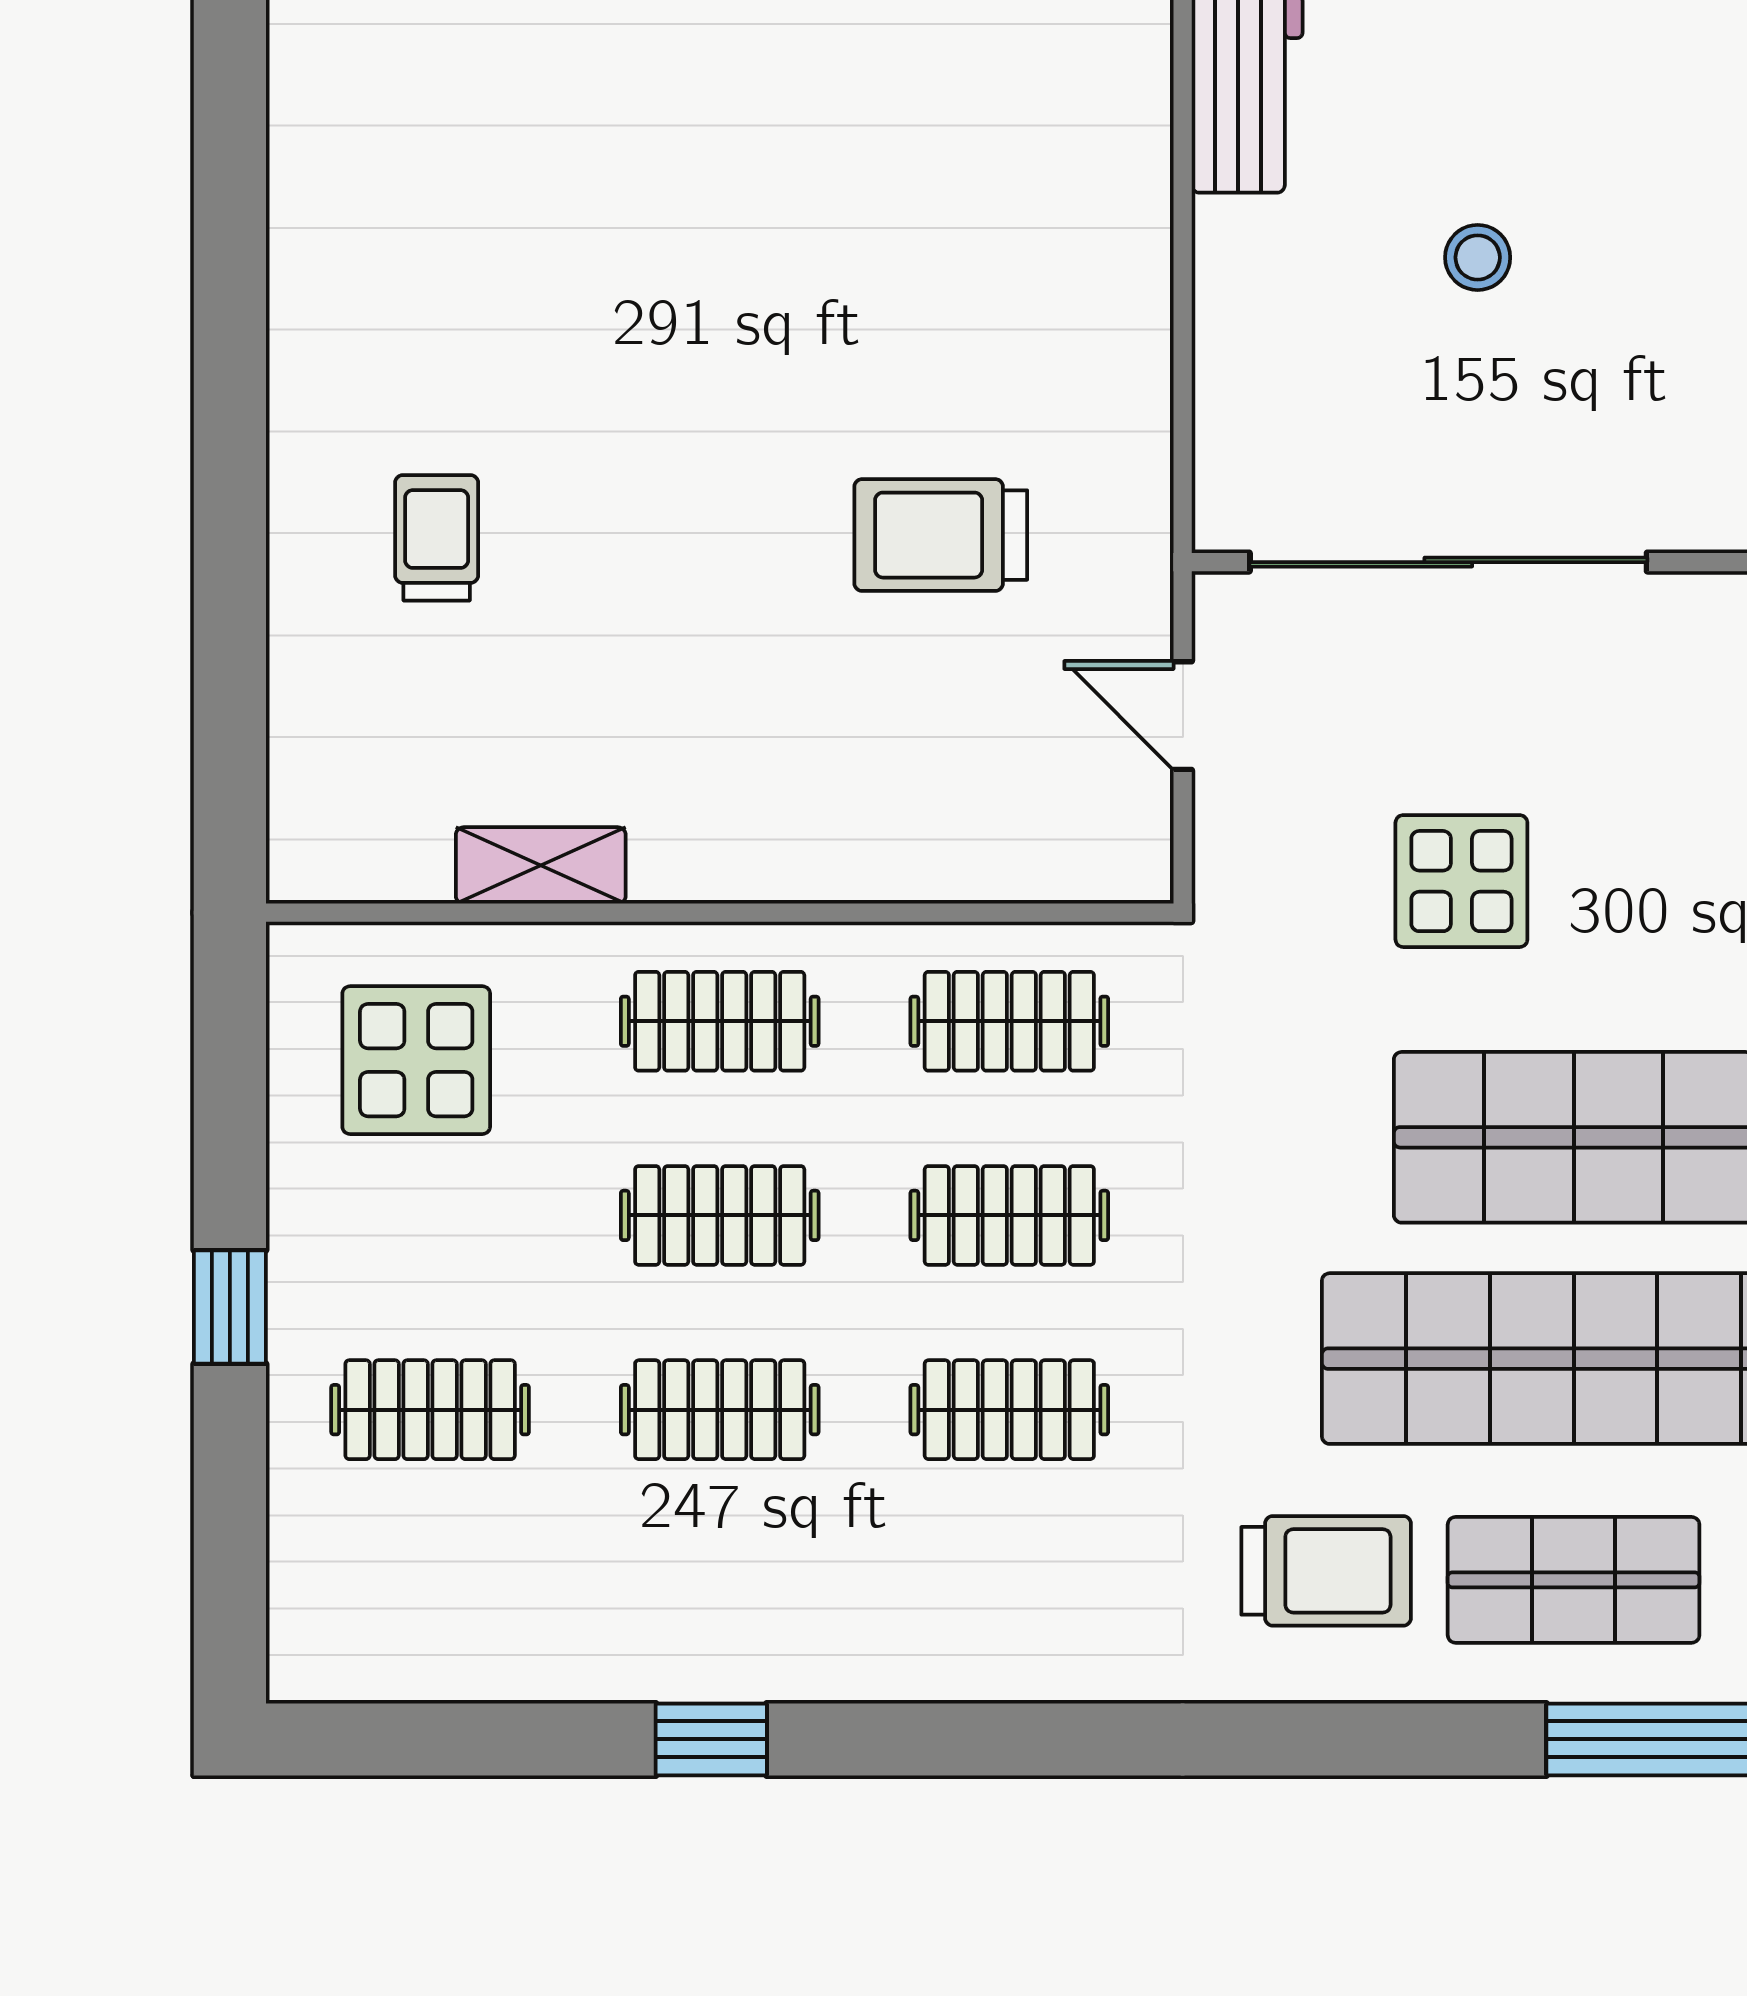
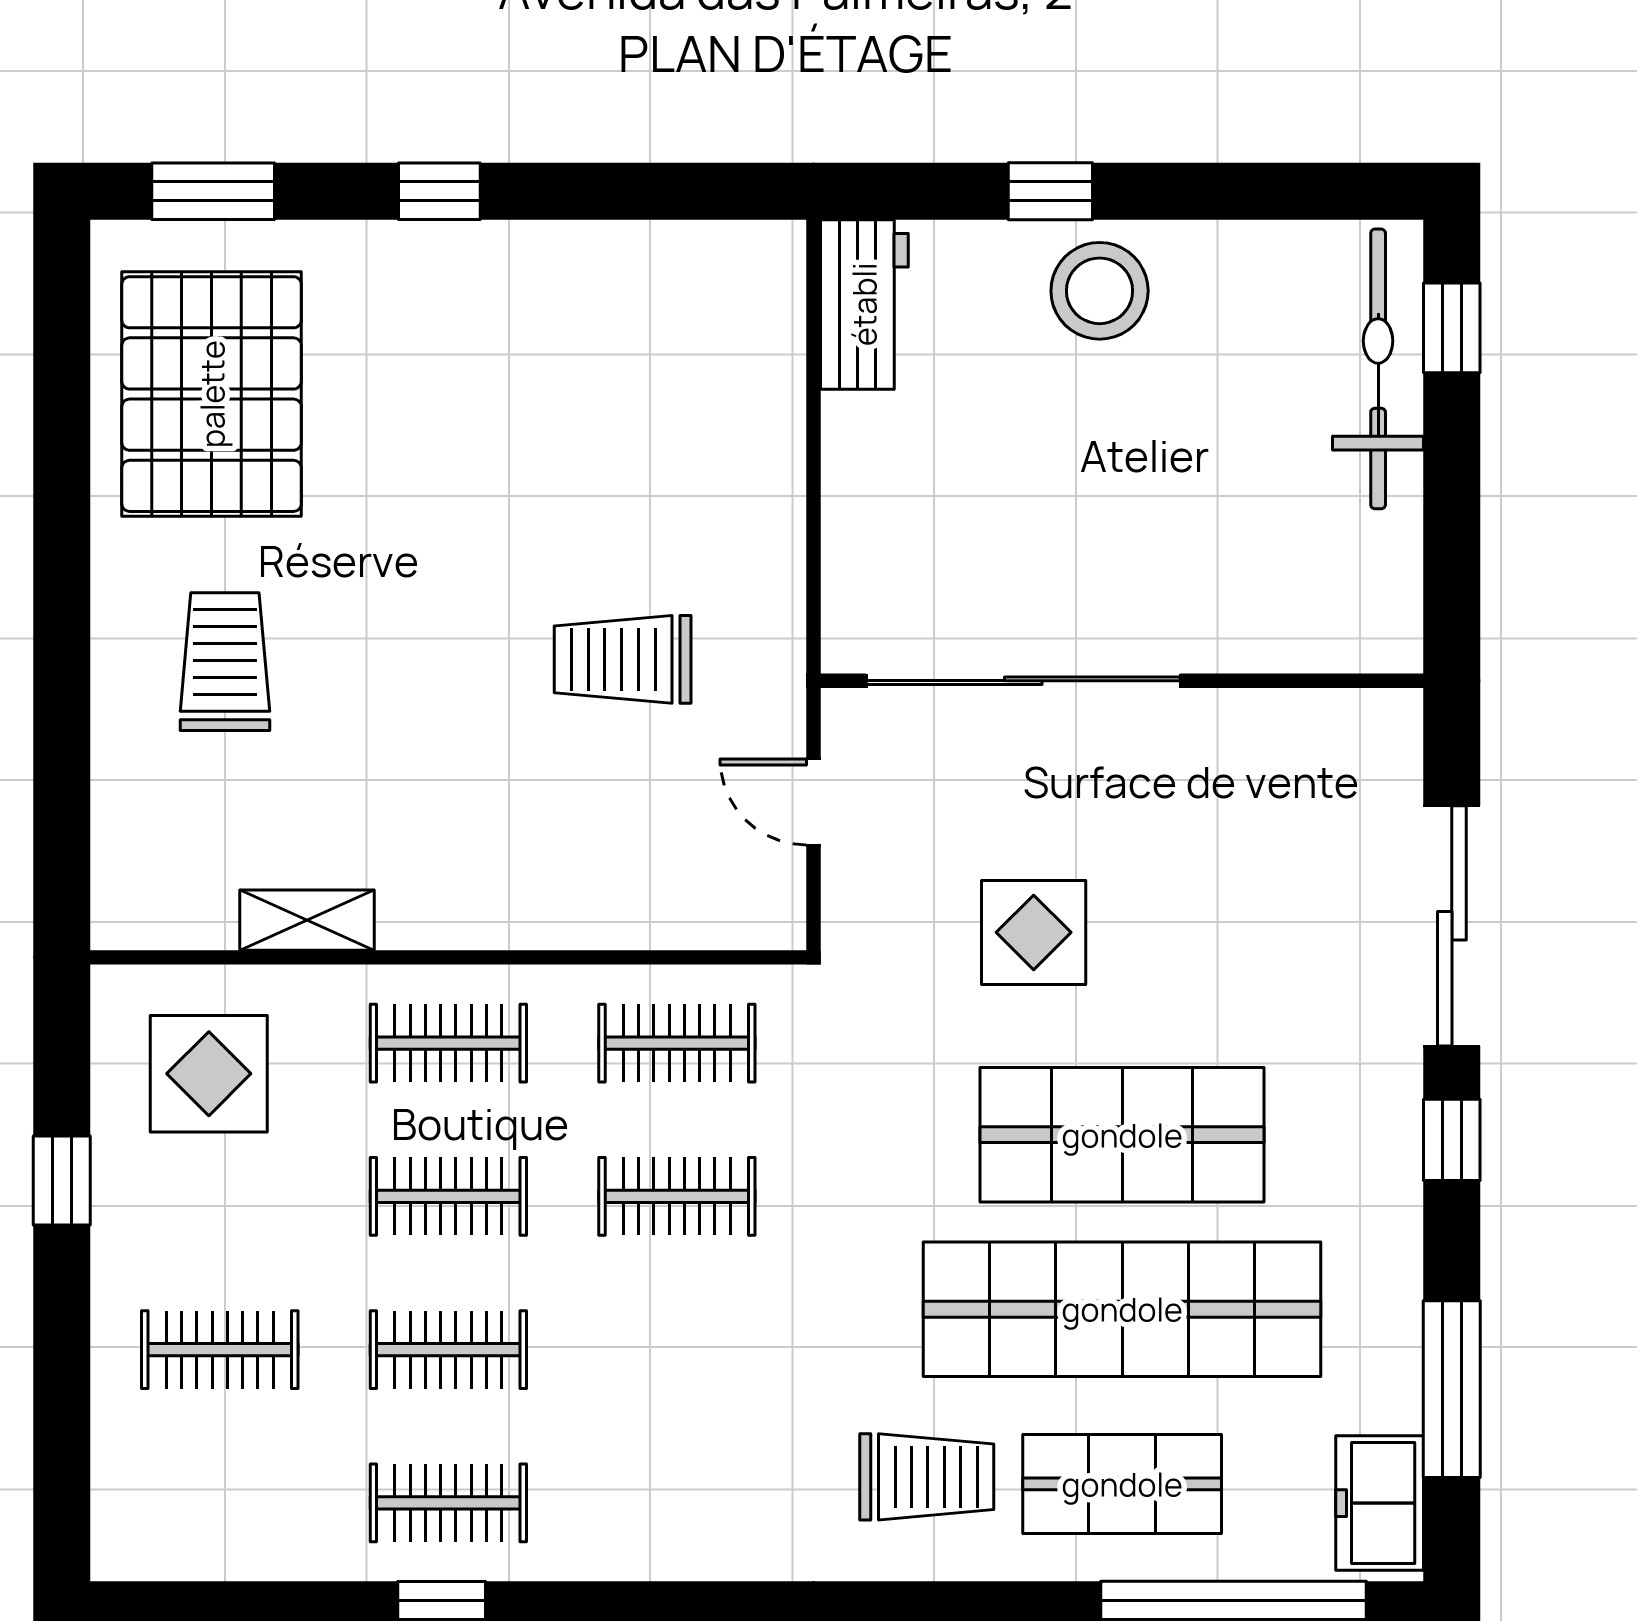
pallet: (420, 199) -> (212, 394), added
stool: (1478, 257) -> (1100, 291), moved, width x1.89, depth x1.89
trolley: (437, 538) -> (225, 662), width x1.36, depth x1.39
window: (230, 1307) -> (62, 1181), moved
clothes rail: (1009, 1410) -> (448, 1503), moved

